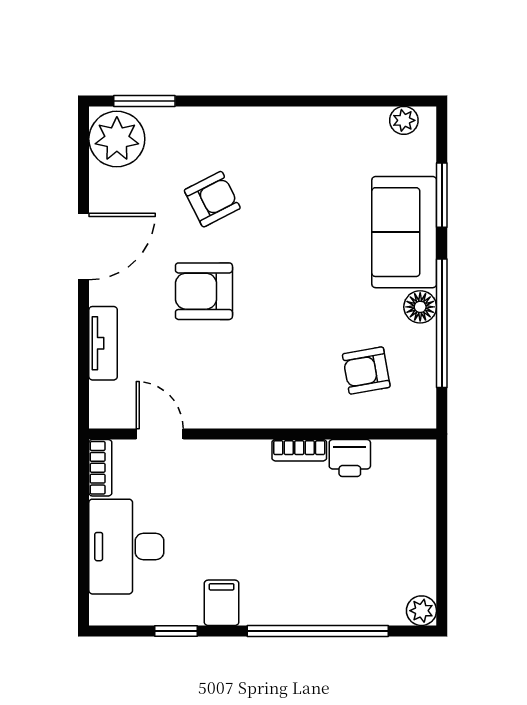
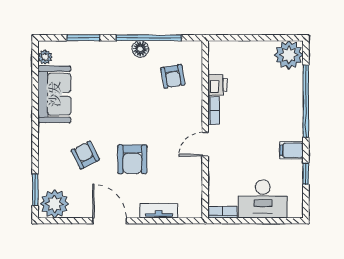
sofa: (404, 232) -> (54, 94), moved, turned -90
door: (160, 434) -> (205, 144), moved
plant: (421, 611) -> (289, 55), width x1.87, depth x1.87

